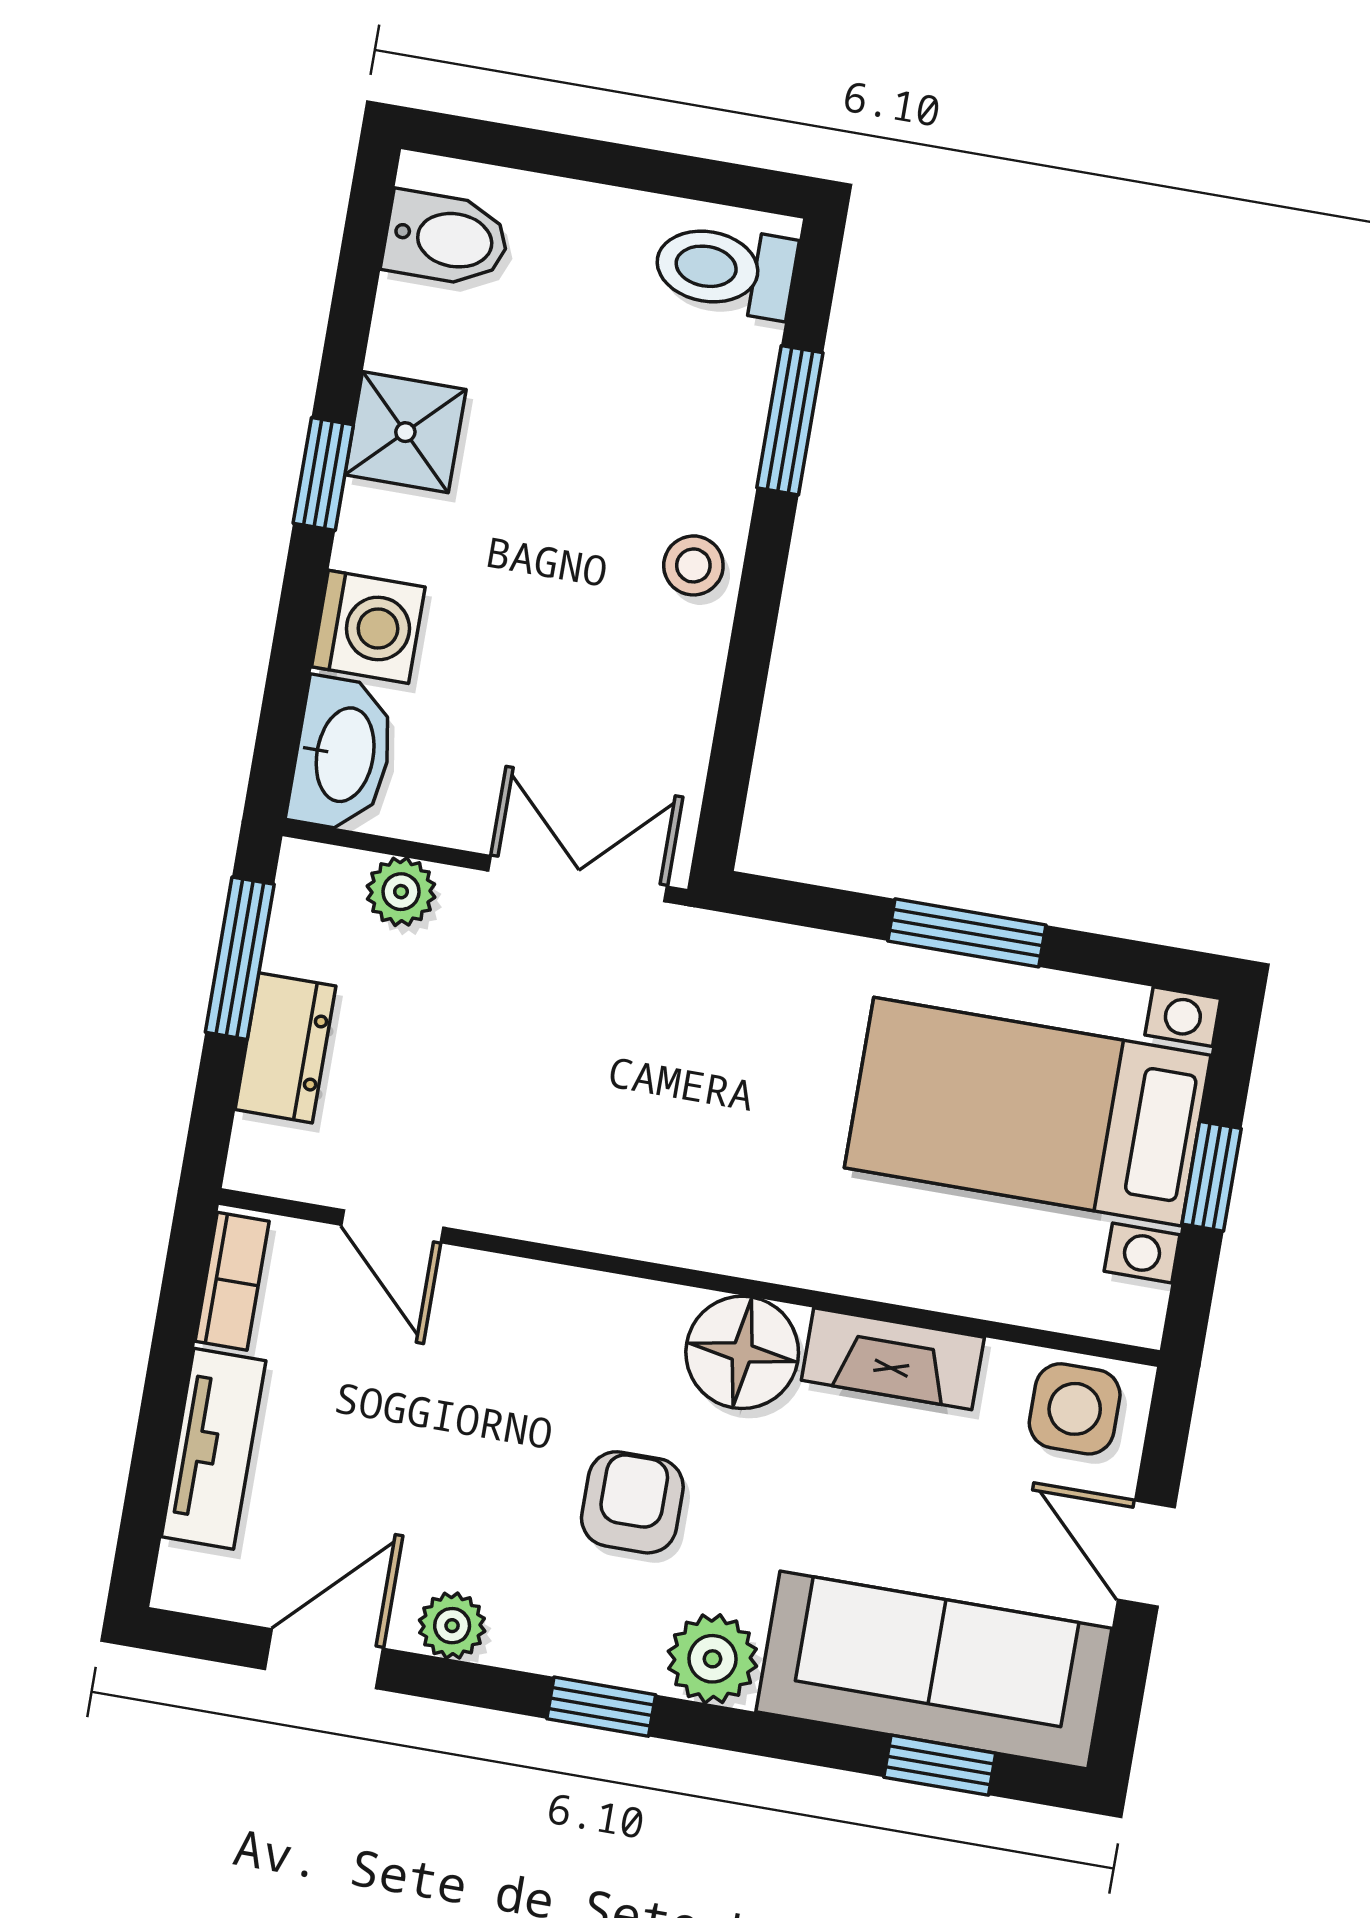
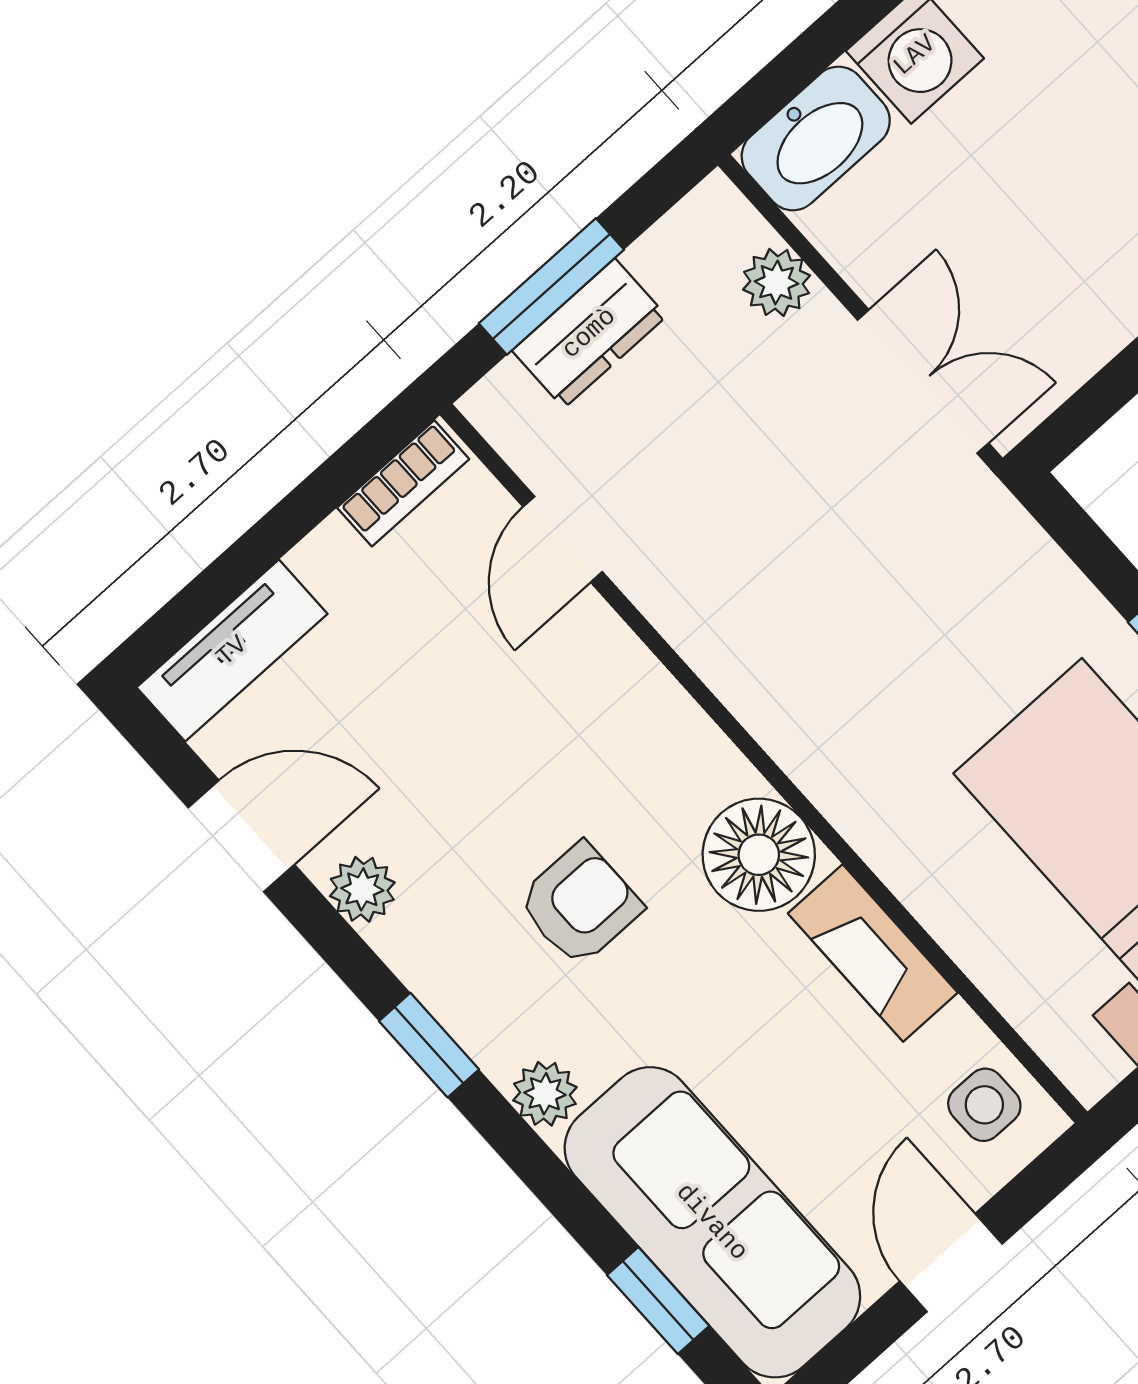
window: (240, 958) -> (551, 286), moved
side table: (1075, 1409) -> (984, 1105), width x0.73, depth x0.73
tv unit: (214, 1449) -> (232, 651), moved
plant: (712, 1659) -> (545, 1094), width x0.73, depth x0.73

